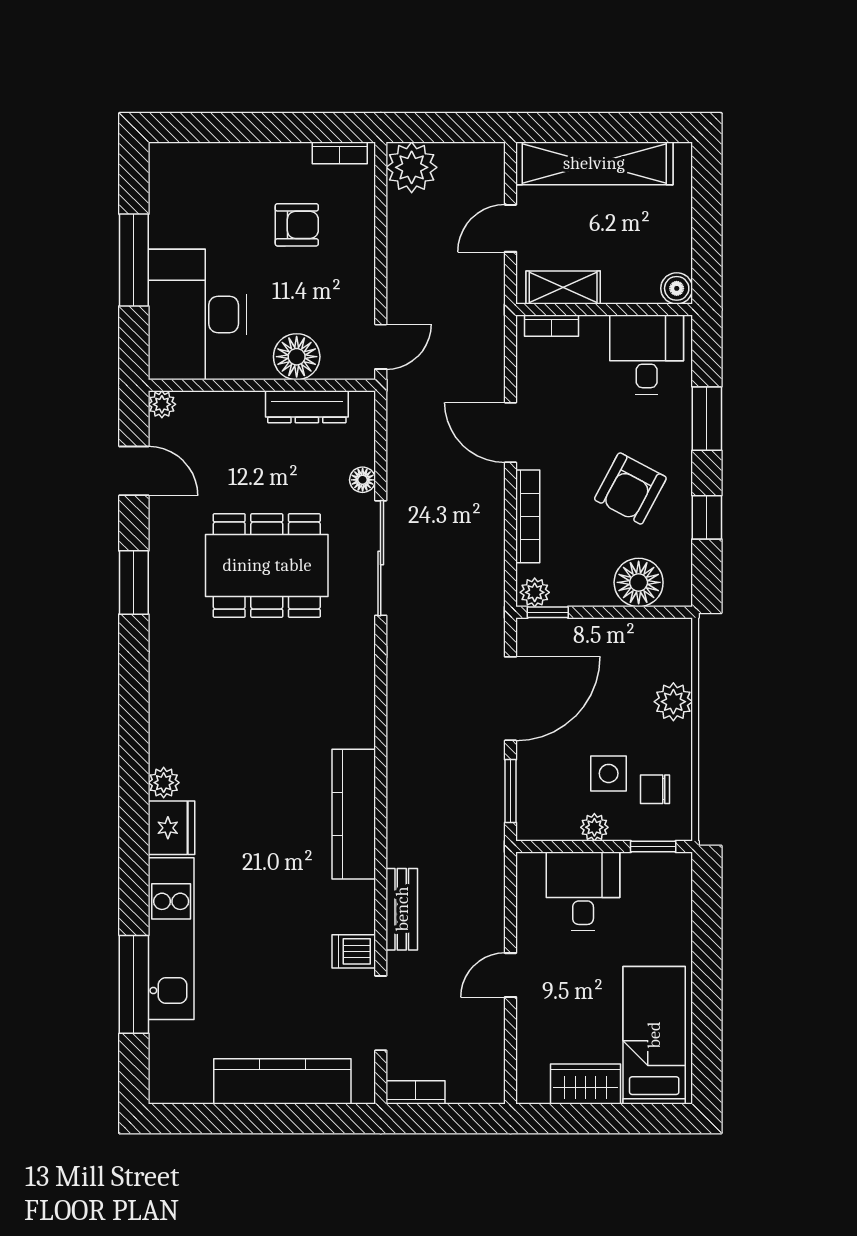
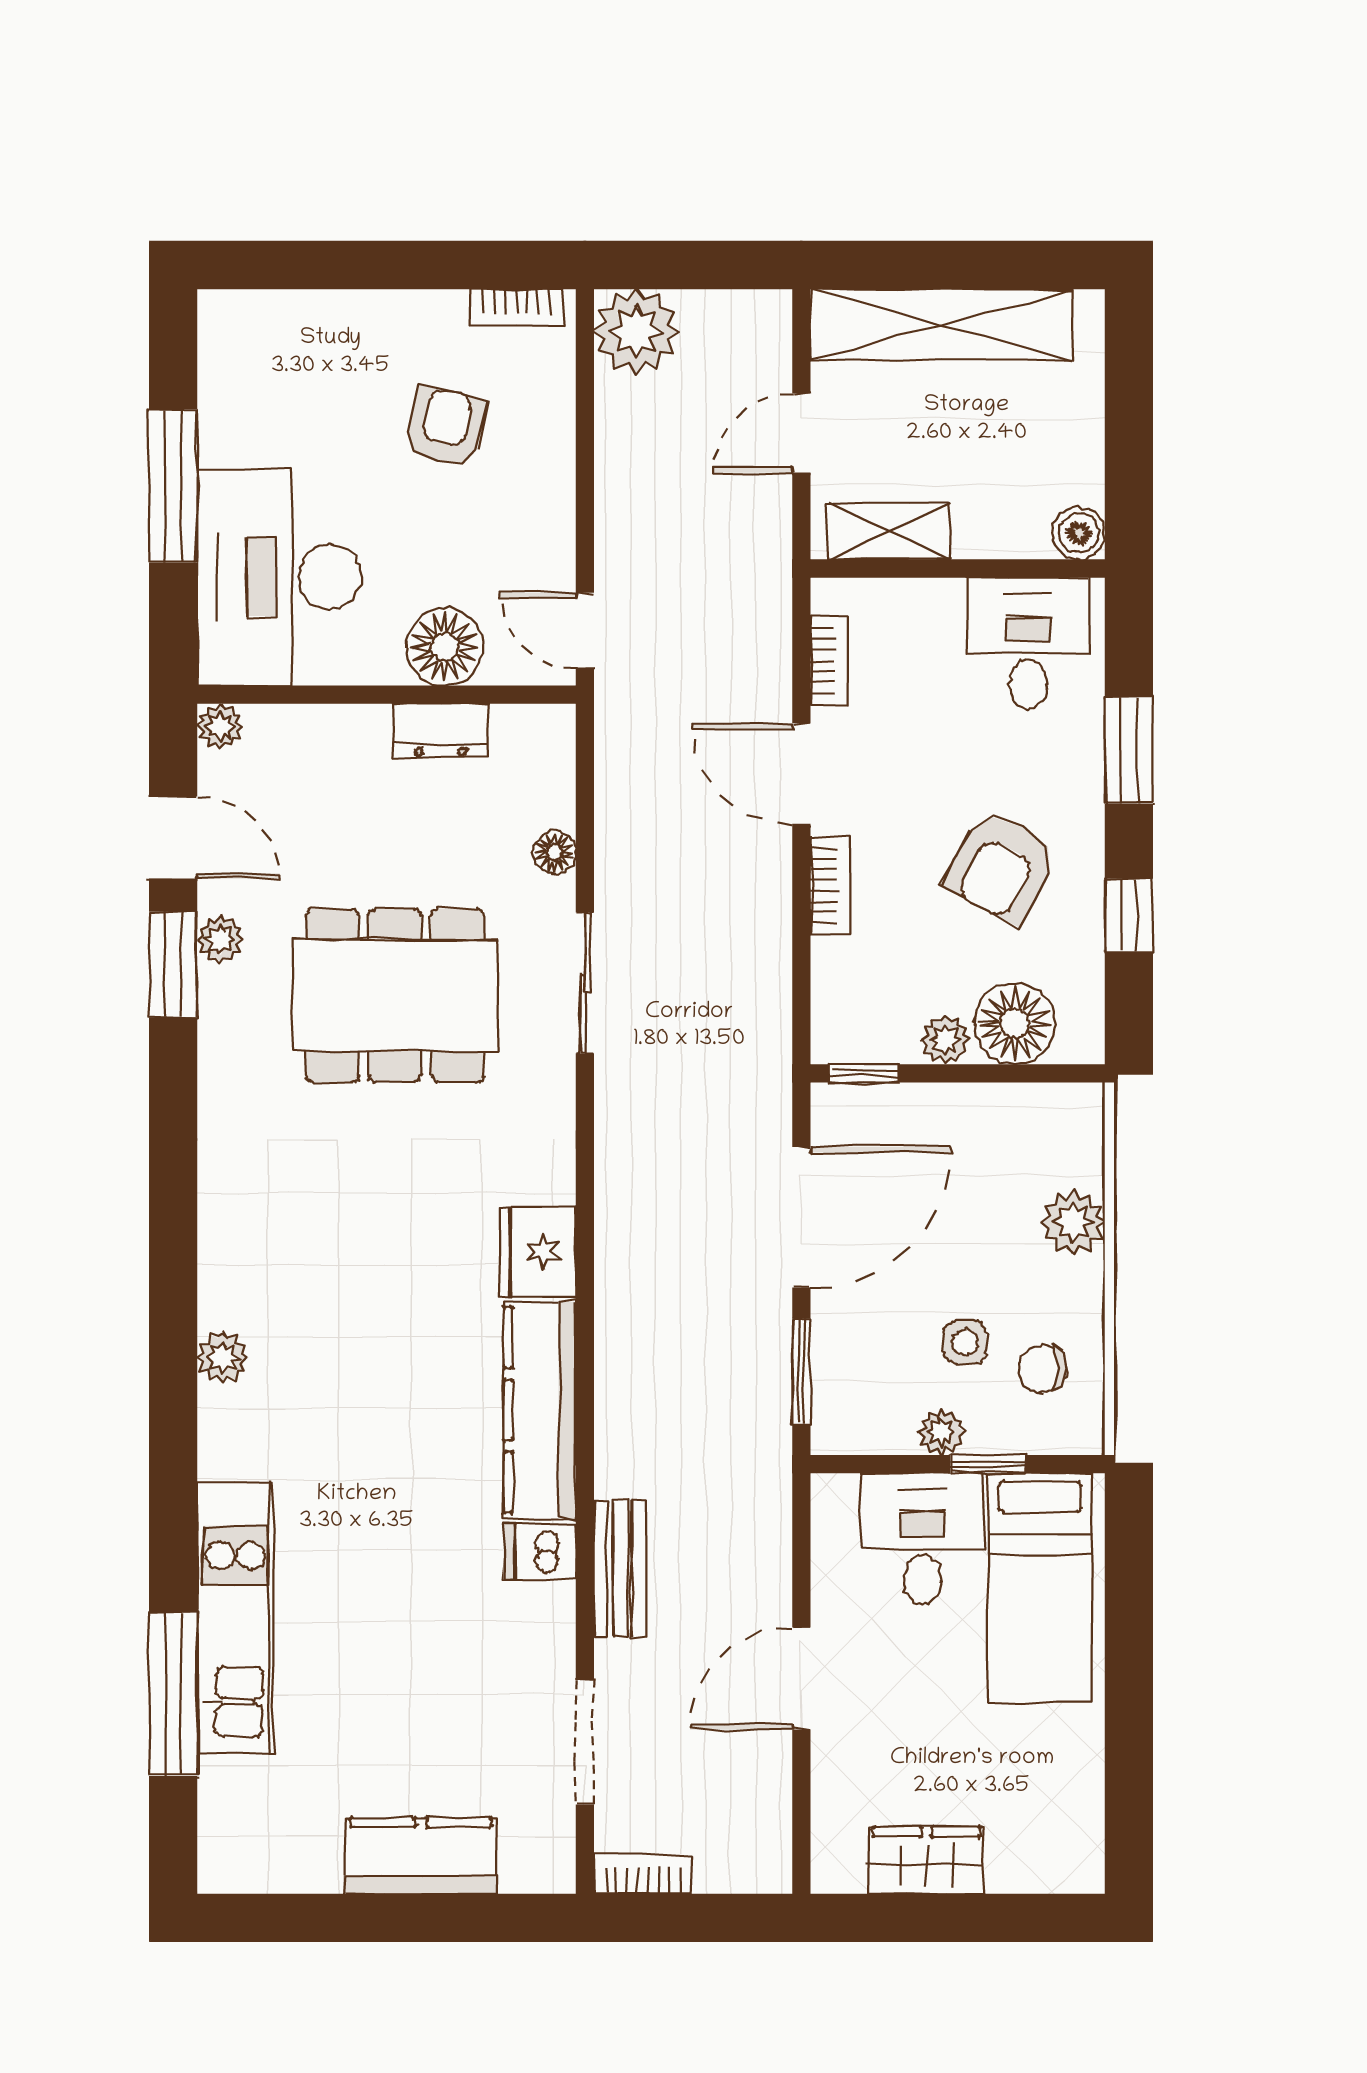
armchair: (297, 225) -> (445, 427), turned -77
bookcase: (551, 326) -> (828, 661), moved, turned -90
door: (381, 347) -> (585, 630), swing flipped
dresser: (307, 407) -> (441, 731), width x0.70
bookcase: (528, 516) -> (830, 885), width x0.64
plant: (162, 532) -> (221, 940), added
sliding door: (381, 558) -> (585, 983), width x0.73
window: (134, 583) -> (173, 965), moved
plant: (535, 592) -> (945, 1040), moved
side table: (609, 773) -> (965, 1342), width x0.73, depth x0.73
fridge: (171, 828) -> (537, 1252), moved, turned 180
window: (653, 847) -> (988, 1464), moved
dishwasher: (354, 951) -> (540, 1551), moved
door: (510, 975) -> (801, 1679), width x1.38
bed: (654, 1035) -> (1040, 1588), moved, turned 180
kitchen counter: (282, 1081) -> (421, 1856), width x0.67

